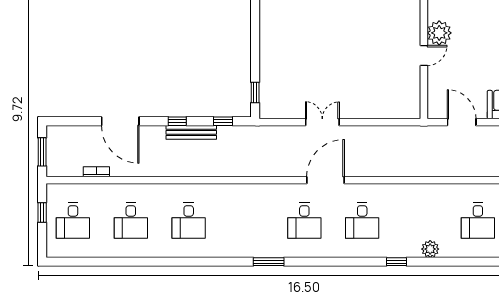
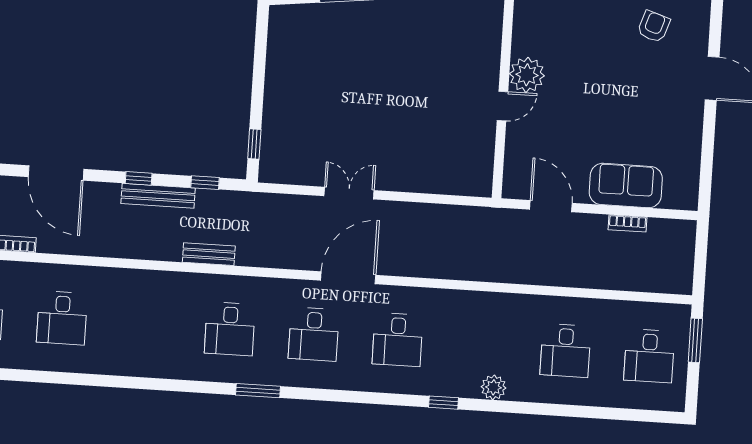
bench: (229, 170) -> (209, 254), added
desk: (189, 221) -> (230, 329), moved

